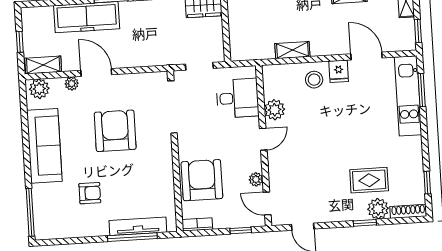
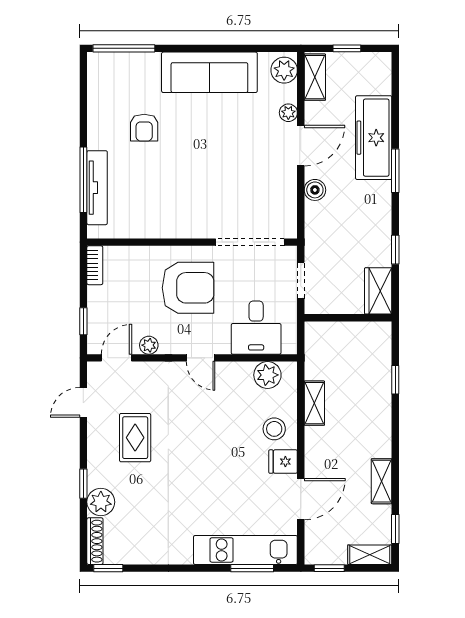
boiler: (129, 60) -> (315, 190), added
plant: (275, 110) -> (267, 375), moved
armchair: (115, 131) -> (223, 166), removed
armchair: (202, 180) -> (188, 288), moved
rug: (369, 180) -> (135, 438), moved
window: (427, 183) -> (108, 568), moved

